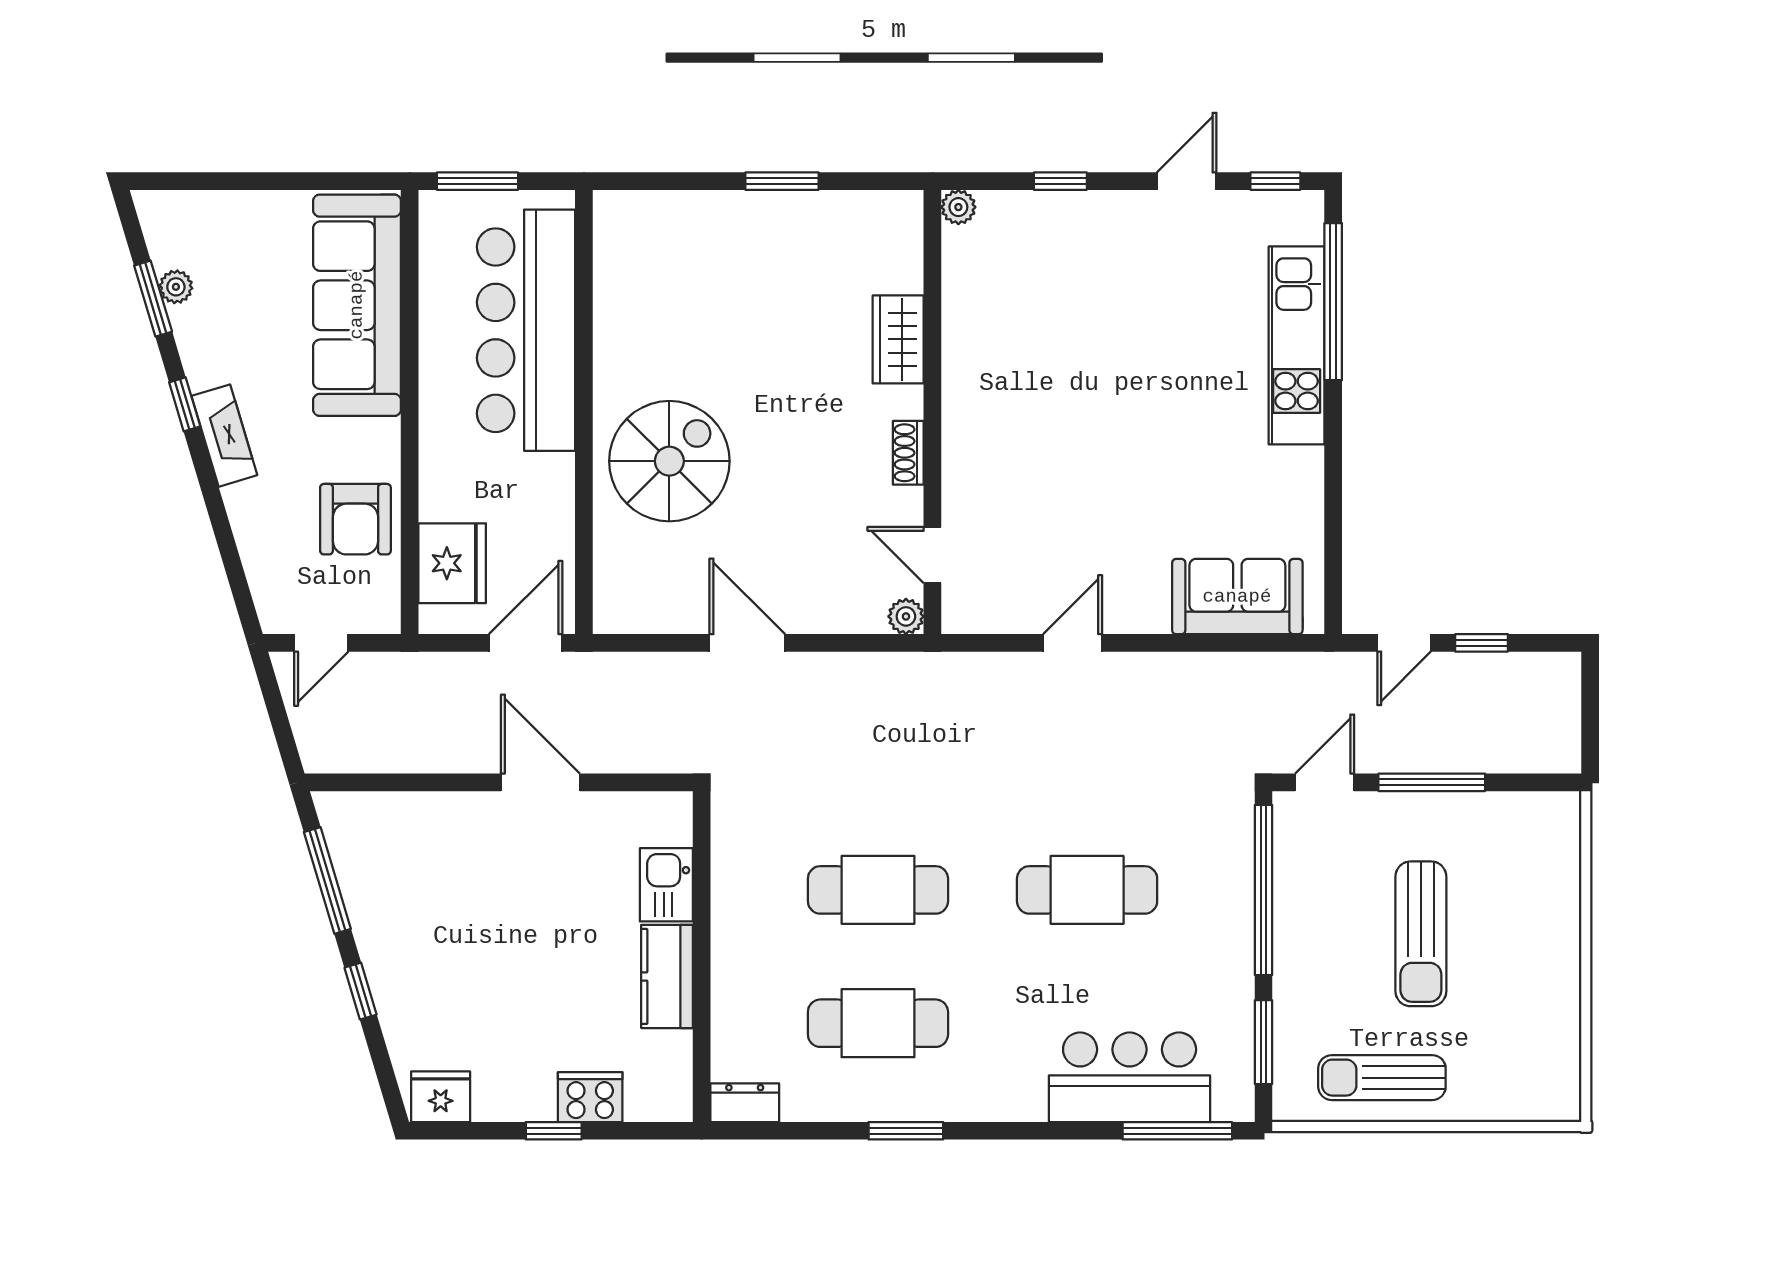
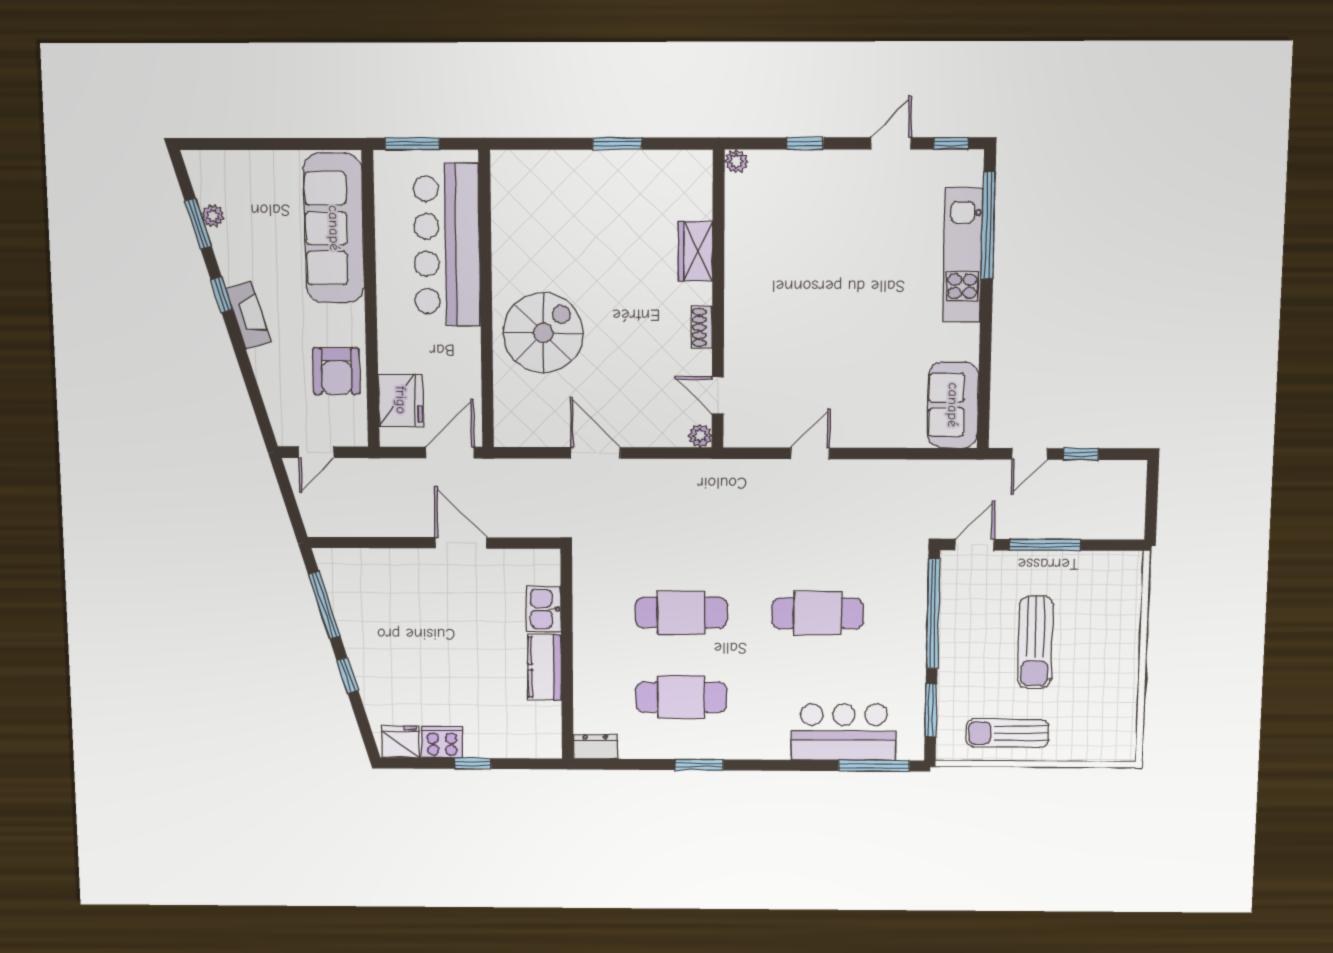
sofa: (1237, 597) -> (953, 405), moved, turned -90
cooker: (590, 1097) -> (442, 742), moved

